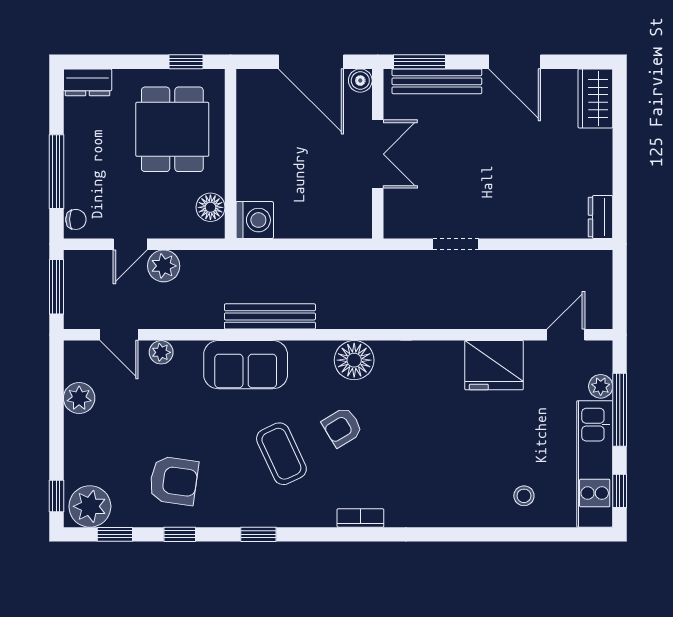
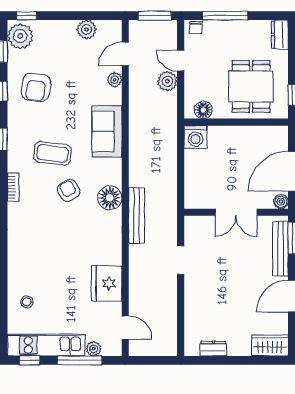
dining table: (172, 129) -> (251, 87), turned 90
dresser: (600, 217) -> (213, 349), moved
bench: (270, 316) -> (137, 216), moved
coffee table: (281, 454) -> (52, 153), turned 32
bookcase: (360, 518) -> (13, 187), moved

